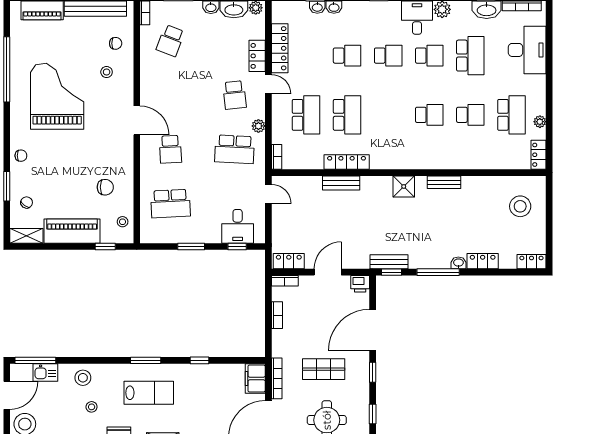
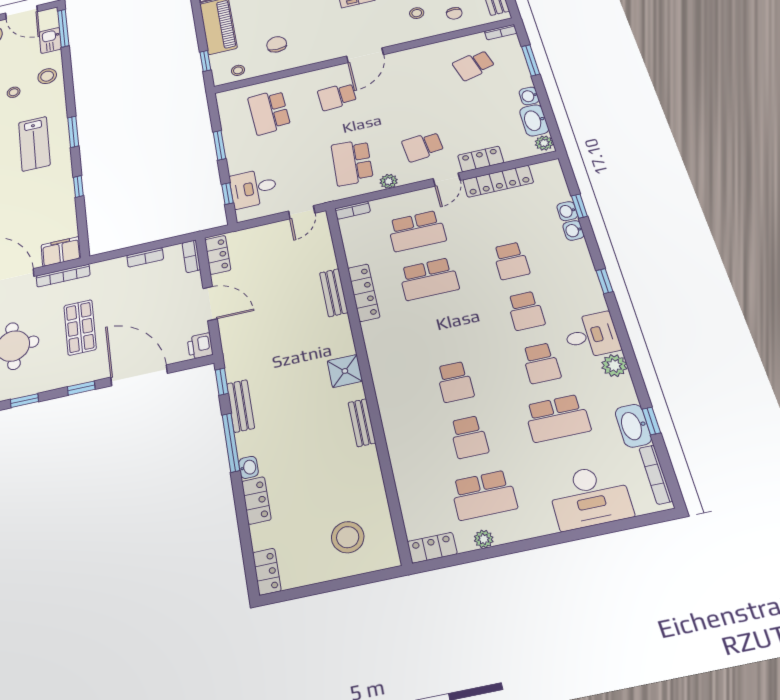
school desk: (170, 41) -> (474, 65), turned -36
chair: (105, 187) -> (277, 44), turned 180
bench: (389, 262) -> (241, 406), moved

